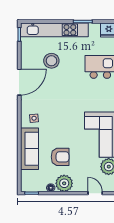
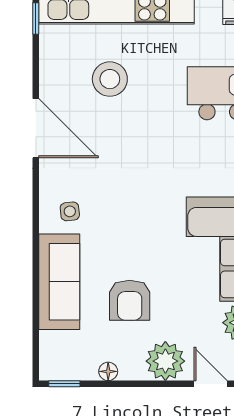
door: (19, 82) -> (36, 128), hinge flipped
armchair: (60, 157) -> (130, 300), turned 90
plant: (64, 183) -> (165, 361), moved

